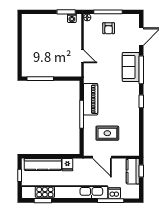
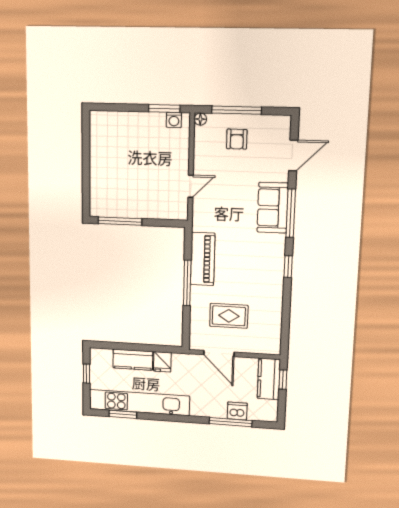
door: (82, 56) -> (191, 186), hinge flipped
kitchen counter: (43, 164) -> (133, 360), width x0.67
kitchen unit: (65, 192) -> (139, 403), width x0.73

